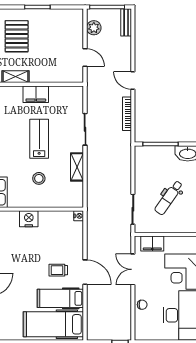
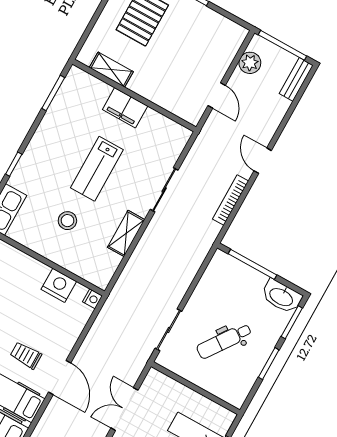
lab bench: (39, 139) -> (97, 169), turned 180
nightstand: (29, 219) -> (59, 285), moved
filing cabinet: (152, 244) -> (169, 389), removed

